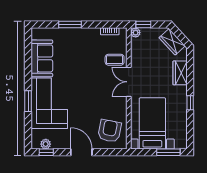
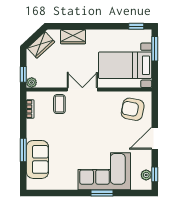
sofa: (42, 58) -> (37, 159), moved, turned 90
double door: (129, 82) -> (82, 89), swing flipped
window: (190, 103) -> (136, 26), moved

